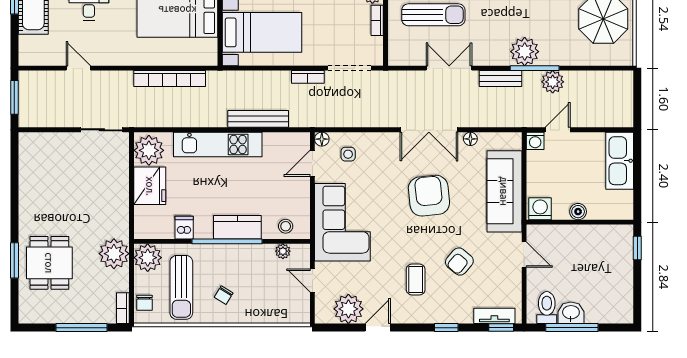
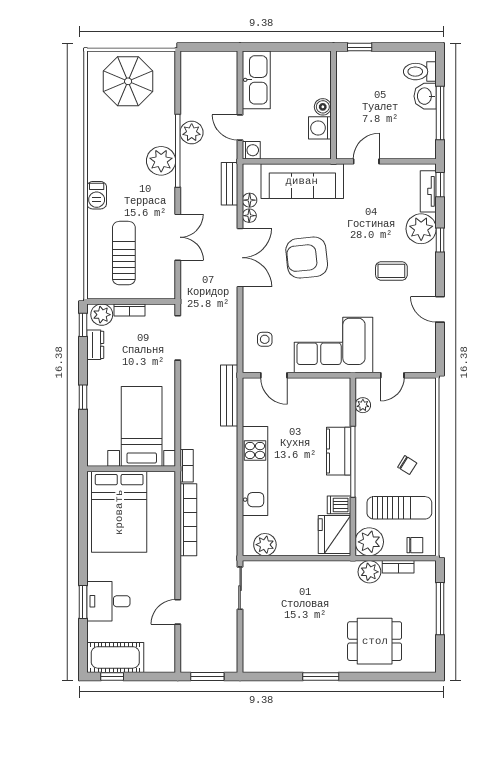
double door: (449, 68) -> (178, 237), swing flipped
window: (535, 68) -> (178, 151), width x1.46
bookcase: (308, 77) -> (187, 466), moved
bench: (500, 79) -> (230, 184), moved
bench: (258, 119) -> (229, 396), moved
floor lamp: (322, 139) -> (250, 200), moved
plant: (149, 150) -> (265, 545), width x0.73, depth x0.73
kitchen sink: (620, 161) -> (256, 80), moved, turned -90
fridge: (150, 186) -> (334, 535), moved, turned -90
washing machine: (540, 209) -> (320, 128), moved
stool: (286, 226) -> (338, 402), removed
plant: (114, 254) -> (369, 572), width x0.73, depth x0.73
window: (14, 260) -> (321, 676), moved
armchair: (459, 262) -> (373, 227), removed
bookcase: (123, 308) -> (398, 567), moved
toilet: (547, 308) -> (420, 72), moved
plant: (348, 309) -> (421, 229), moved
washbasin: (571, 313) -> (425, 96), moved

